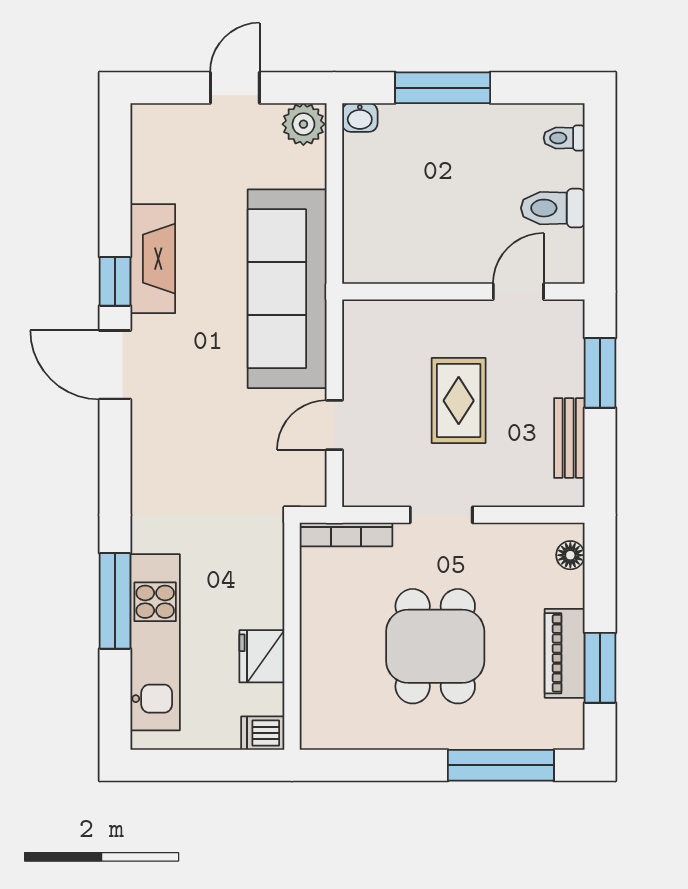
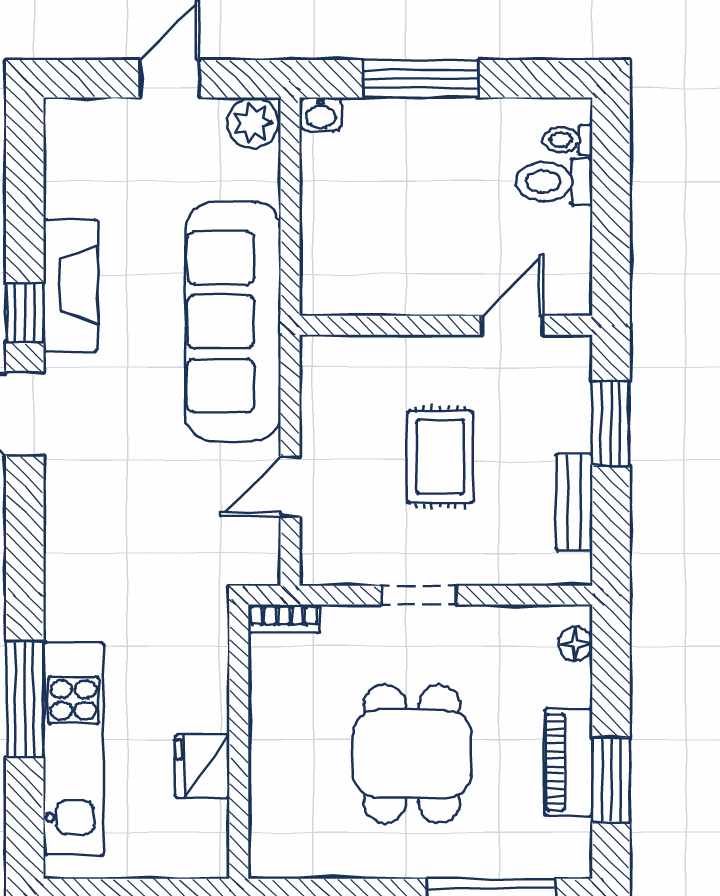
toilet: (553, 208) -> (554, 182), moved
bookcase: (346, 535) -> (284, 619), width x0.64
dishwasher: (263, 733) -> (203, 859), removed

